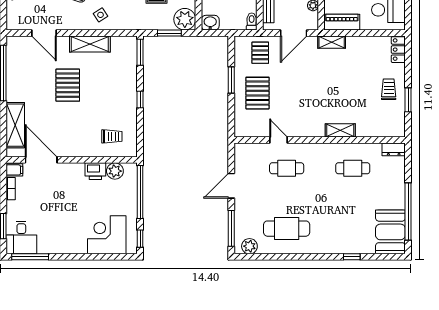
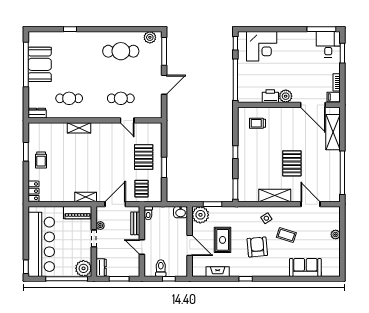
plant: (115, 171) -> (286, 96), moved
booth: (390, 232) -> (40, 64), moved

